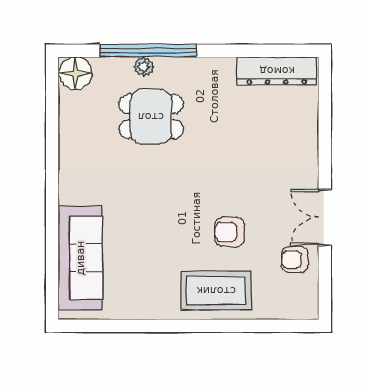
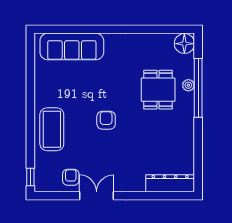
dresser: (277, 71) -> (170, 183), moved, turned 90
armchair: (230, 232) -> (106, 120), moved
window: (294, 326) -> (30, 177), added

